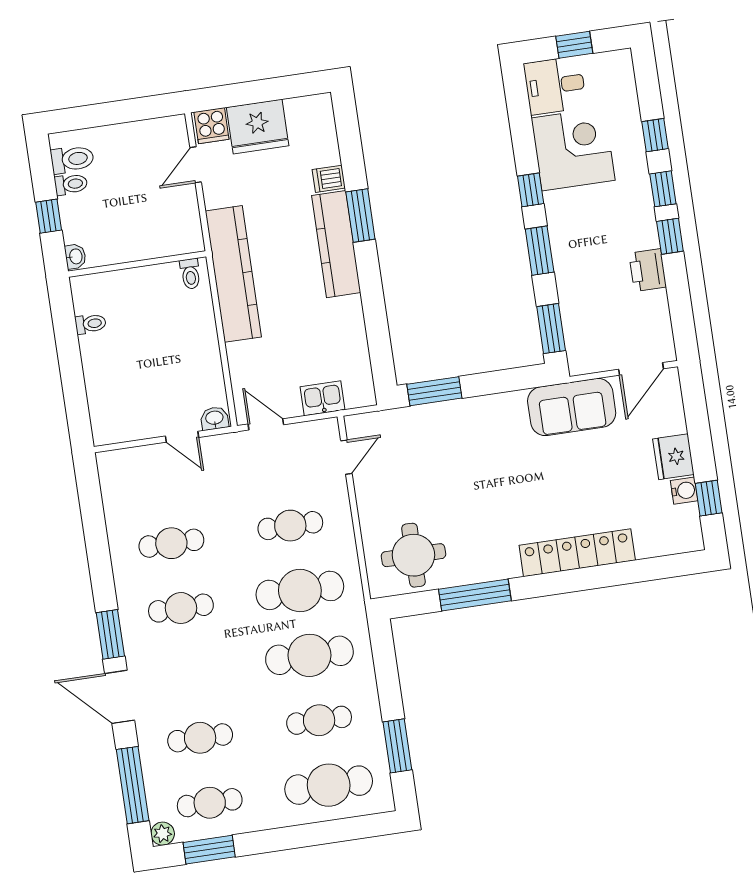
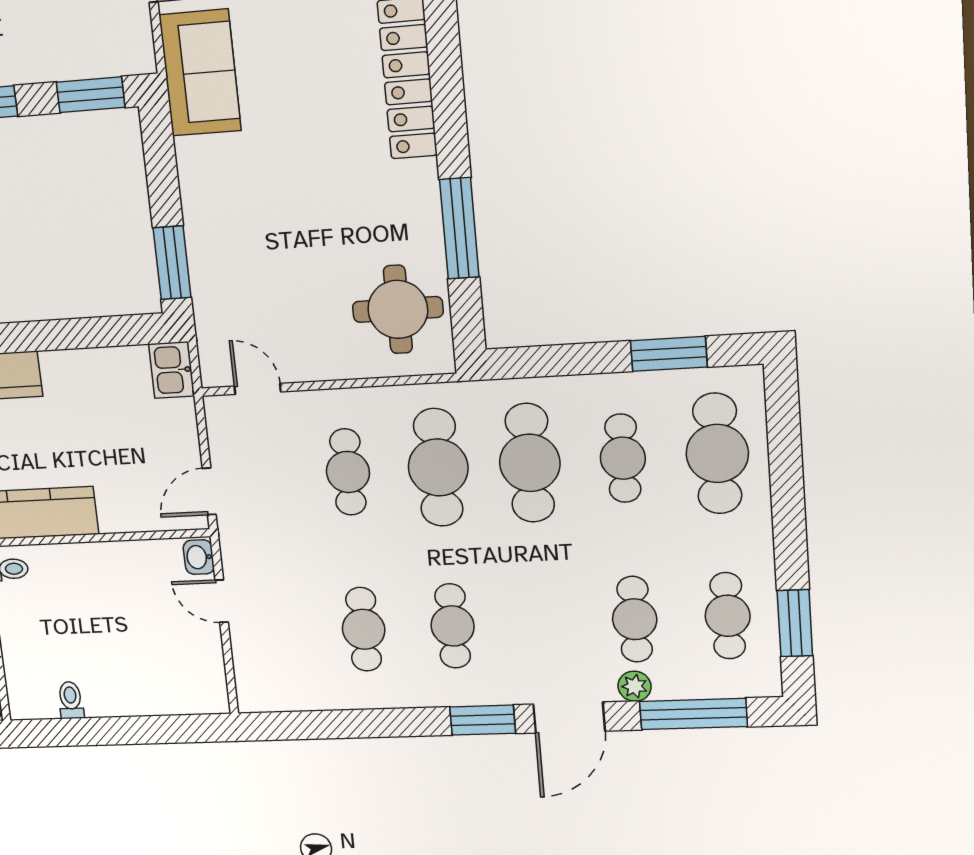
kitchen sink: (323, 398) -> (172, 370), moved
door: (182, 437) -> (222, 601), swing flipped
plant: (163, 834) -> (635, 686), moved

